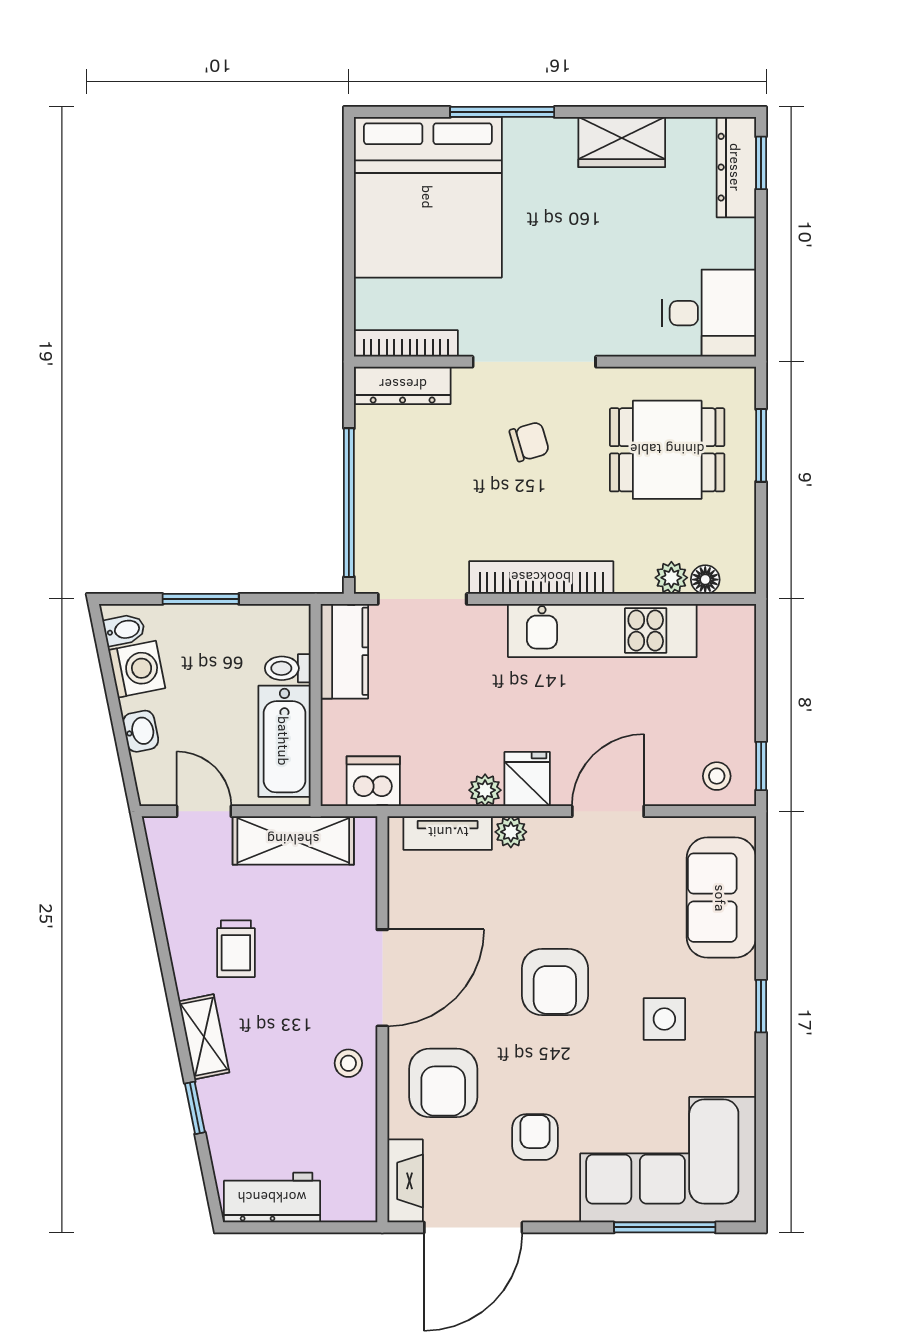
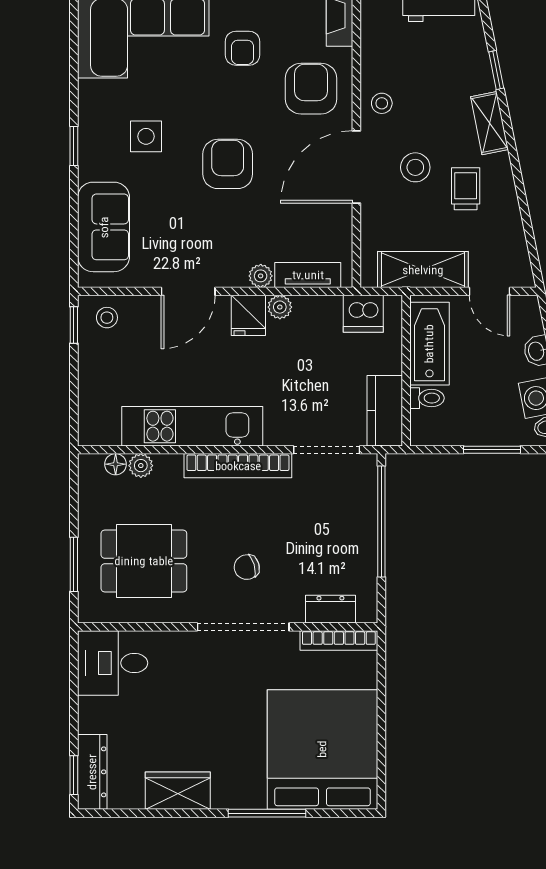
dresser: (403, 385) -> (330, 609), width x0.70
stool: (303, 977) -> (415, 167), added

